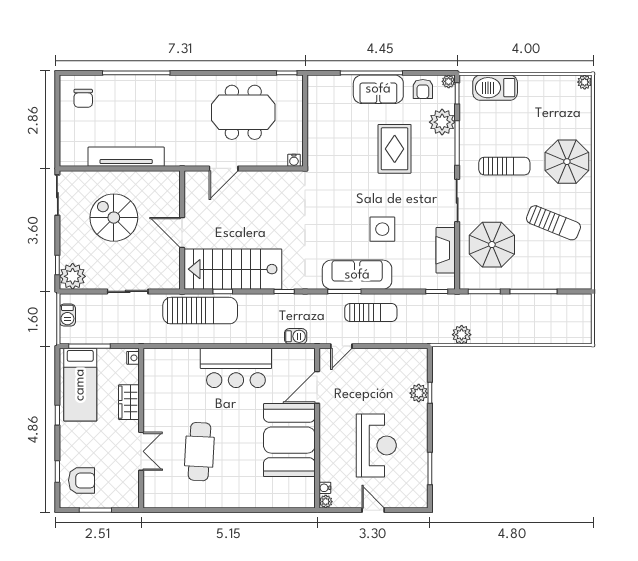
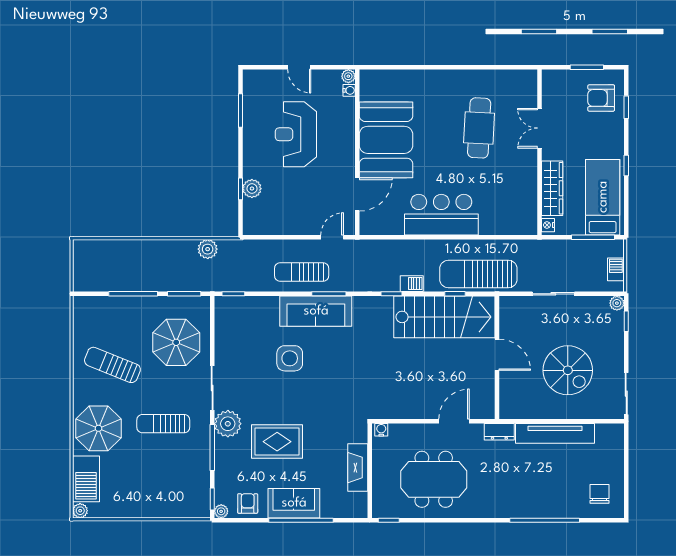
barbecue: (495, 88) -> (86, 479), moved, turned 90
plant: (442, 122) -> (228, 424), moved
rug: (395, 149) -> (277, 442), turned 90
dresser: (180, 158) -> (499, 432), added
fireplace: (446, 250) -> (358, 468), moved, turned 180
plant: (73, 276) -> (617, 303), width x0.53, depth x0.53
barbecue: (296, 336) -> (412, 284), moved, turned 180
wardrobe: (129, 402) -> (552, 188), width x1.50

